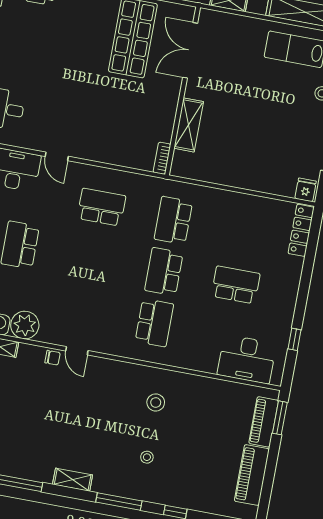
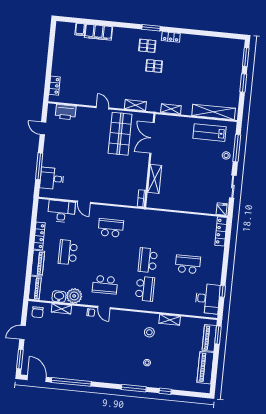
school desk: (173, 220) -> (105, 285), moved, turned -90
desk: (247, 359) -> (208, 299), moved, turned -90
shelving: (73, 480) -> (170, 320), moved

